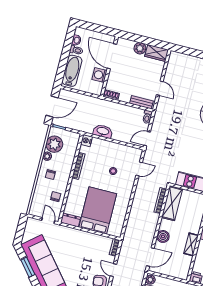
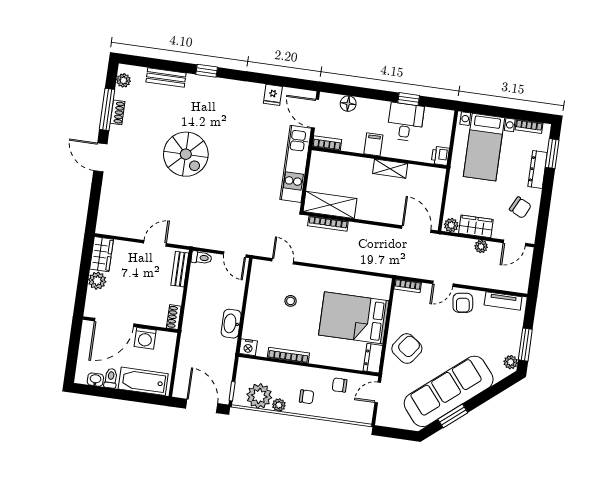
boiler: (163, 236) -> (383, 213), removed
armchair: (74, 242) -> (407, 349), added

